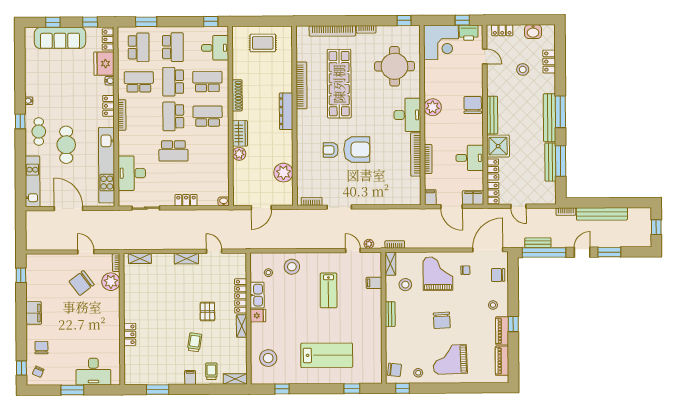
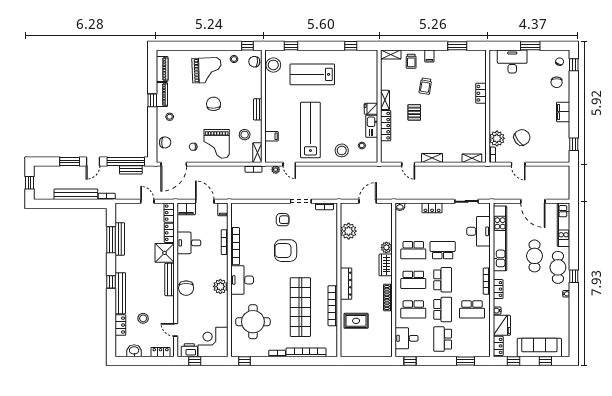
rug: (263, 43) -> (356, 321), moved
school desk: (139, 47) -> (413, 250), moved, turned -90
window: (560, 112) -> (111, 282), width x0.46
bench: (550, 118) -> (120, 293), moved
cafe table: (39, 132) -> (558, 267), width x1.37, depth x1.35
armchair: (331, 150) -> (283, 220), moved
lab bench: (329, 290) -> (310, 130), width x1.86, depth x1.39
stool: (268, 358) -> (273, 65), moved

